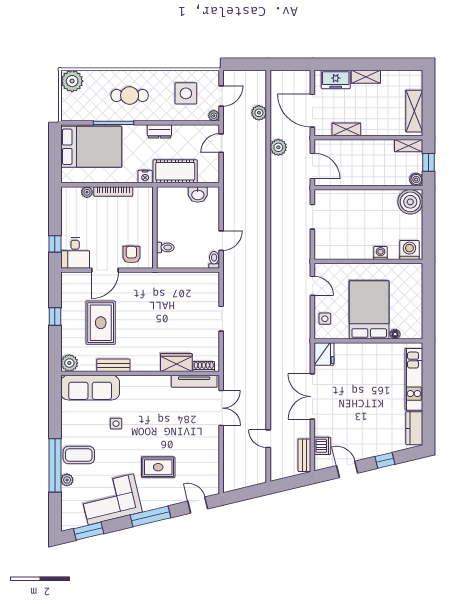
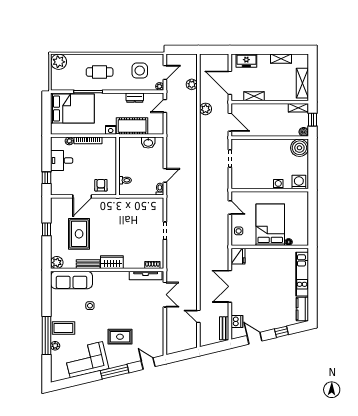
shelving: (366, 77) -> (281, 59), moved
dresser: (159, 131) -> (135, 98), moved
desk: (75, 253) -> (62, 161), moved, turned 90
wardrobe: (176, 362) -> (112, 262), moved
window: (89, 531) -> (70, 382), removed

